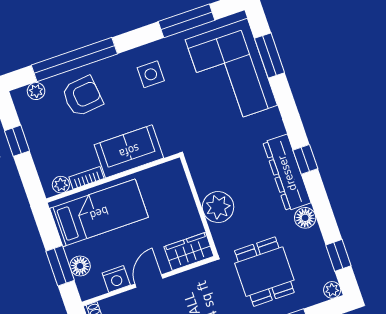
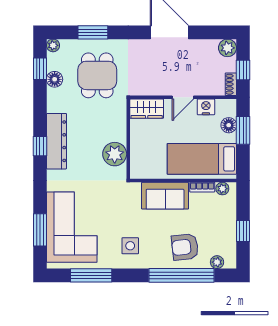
plant: (218, 207) -> (115, 154), moved
floor lamp: (305, 218) -> (55, 79), moved

